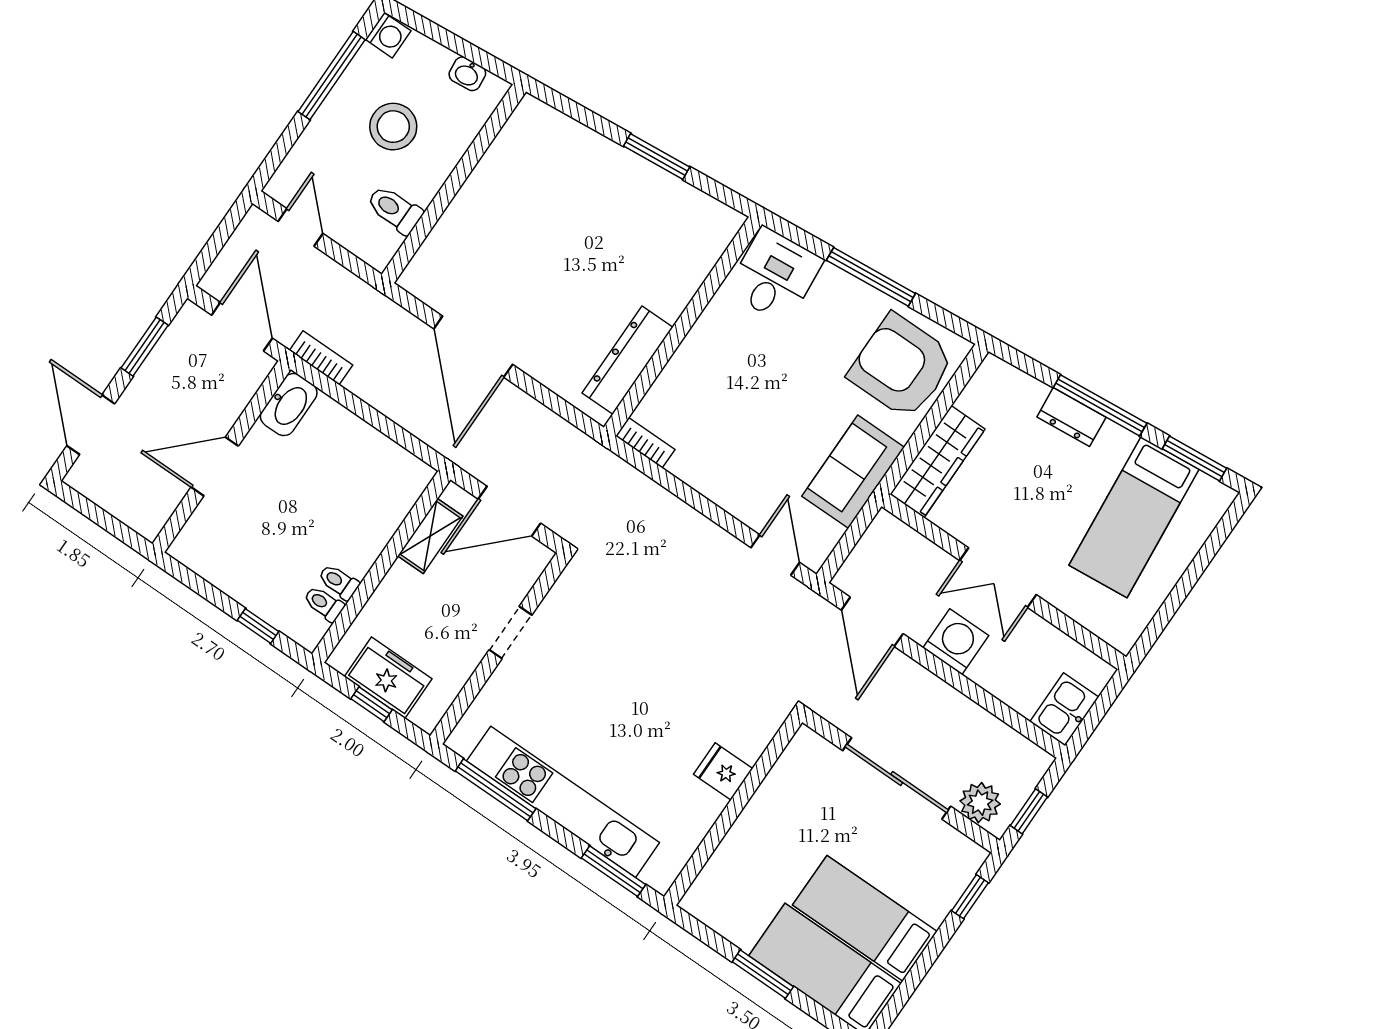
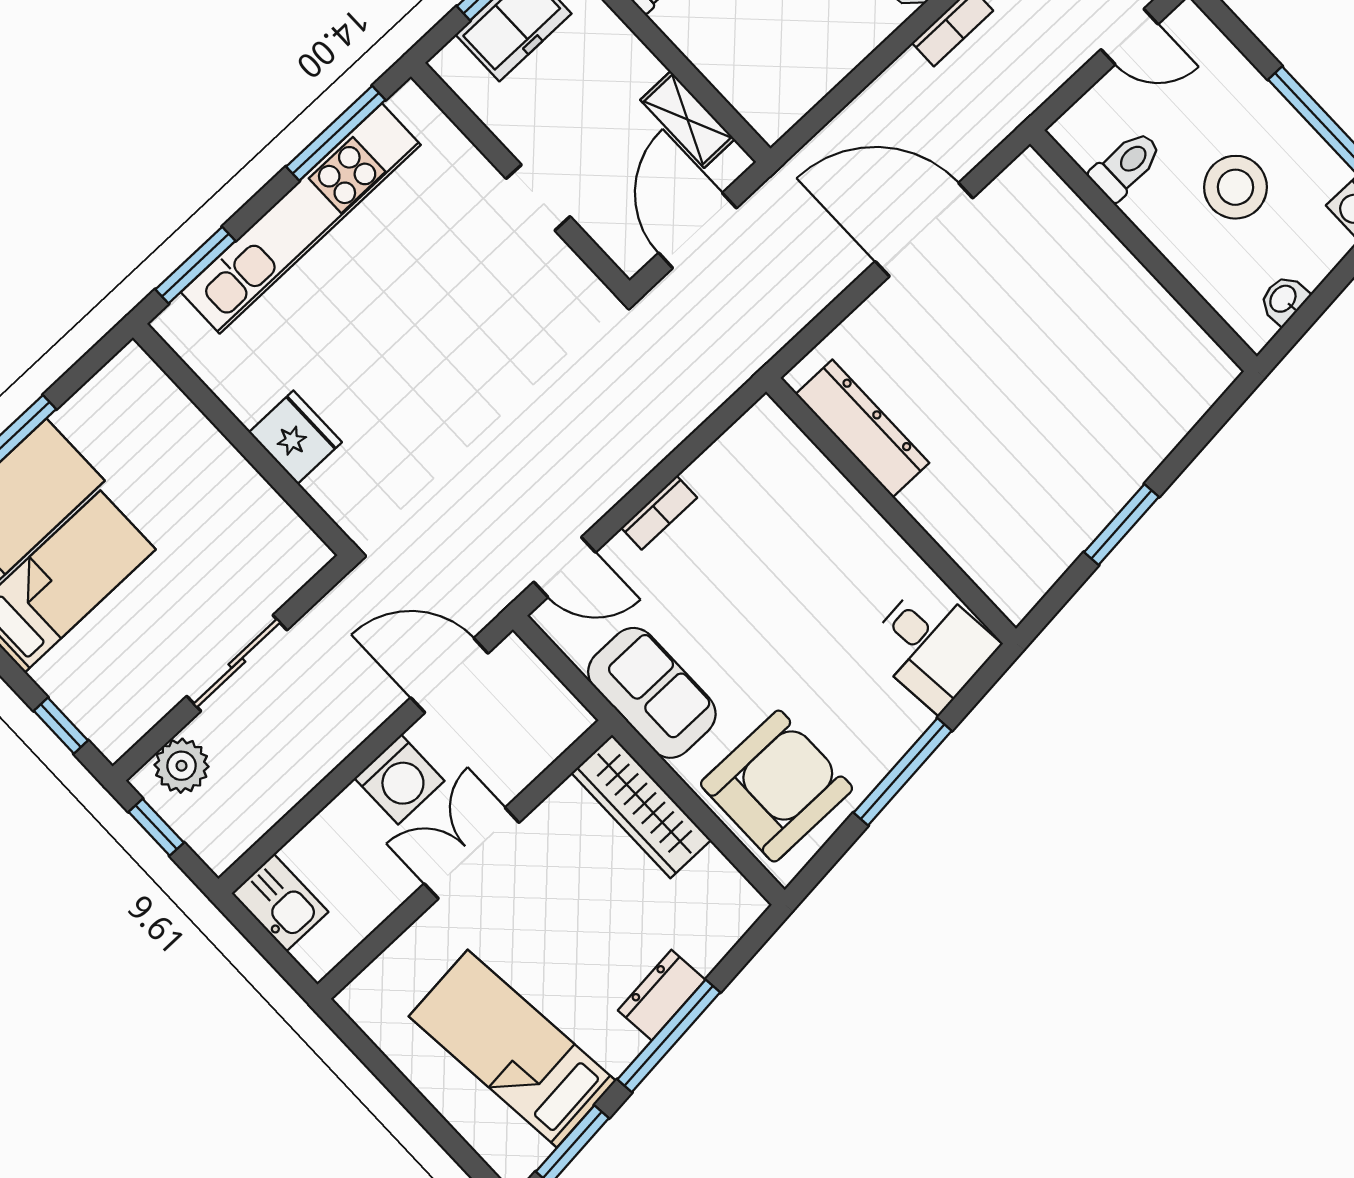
bookcase: (645, 443) -> (659, 513), moved
fridge: (723, 771) -> (295, 437), width x1.38
sliding door: (897, 778) -> (237, 663), width x0.73

